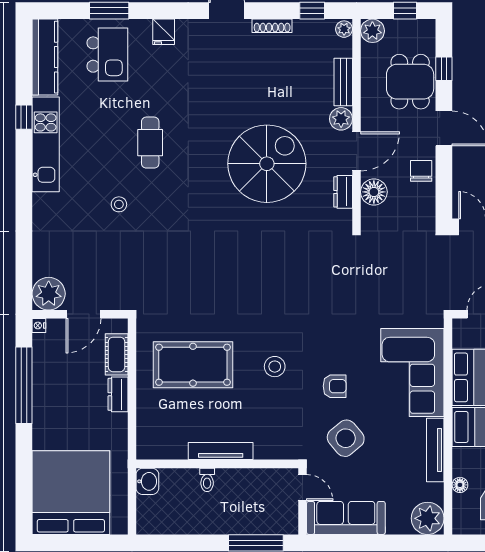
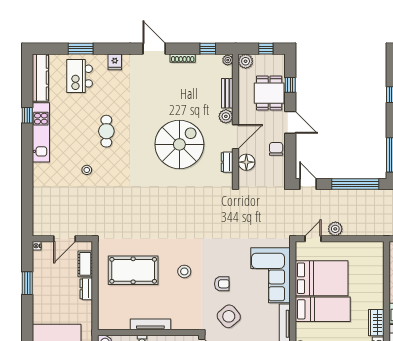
kitchen island: (107, 55) -> (80, 76), turned 180
plant: (49, 294) -> (43, 226), removed
window: (24, 385) -> (27, 283), width x0.47

